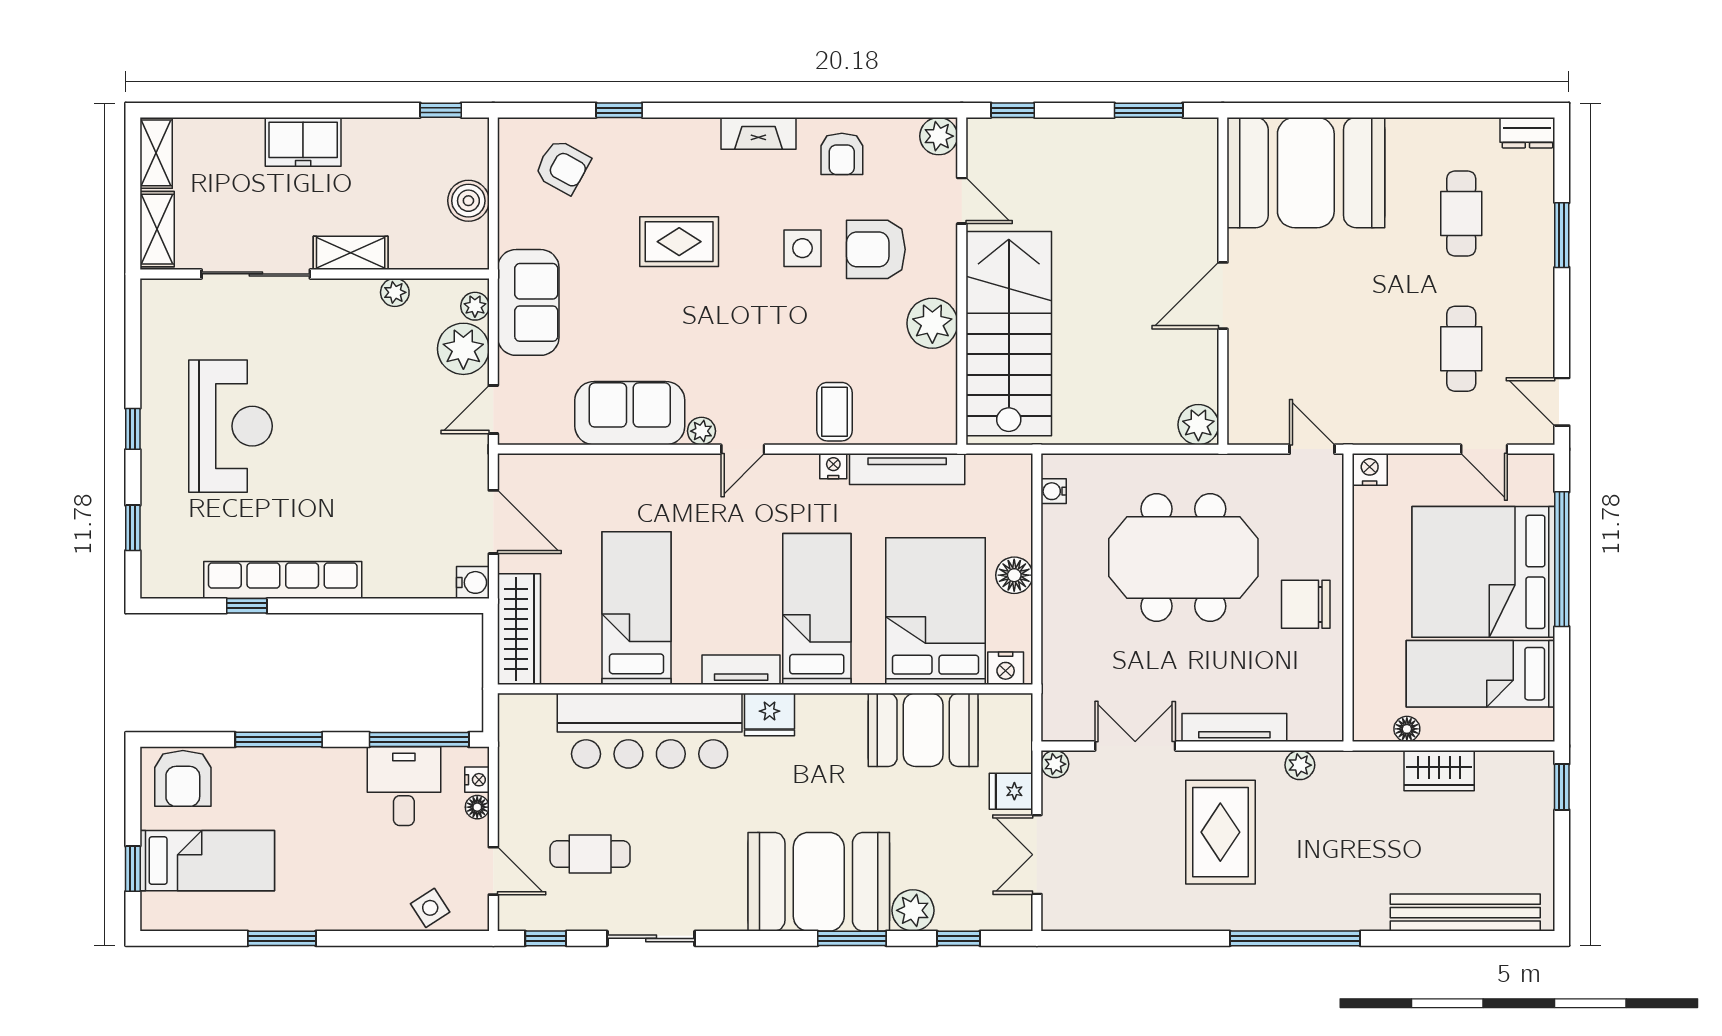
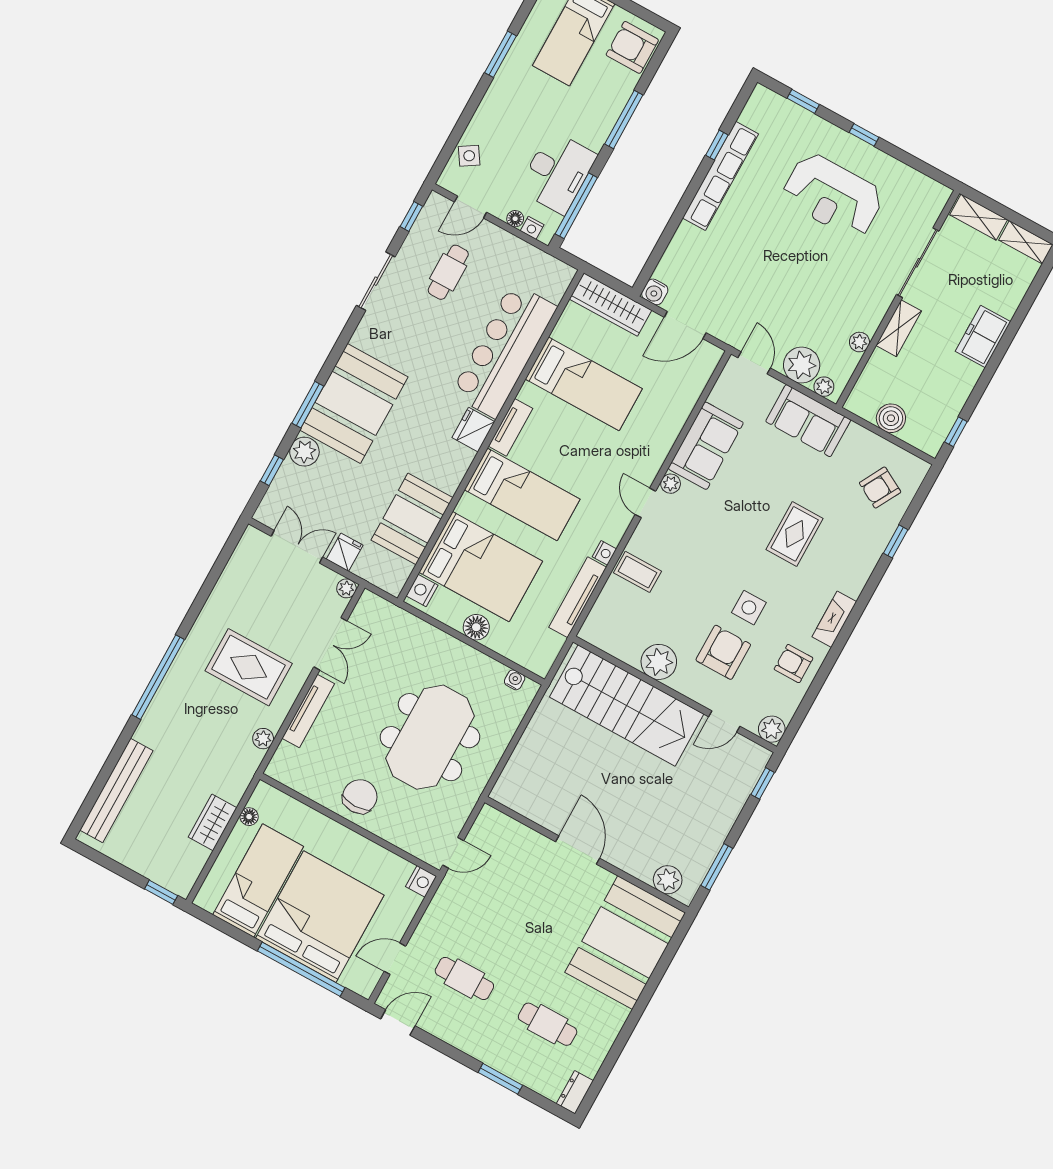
plant: (1198, 425) -> (668, 880), moved
desk: (404, 786) -> (557, 172), width x1.37

